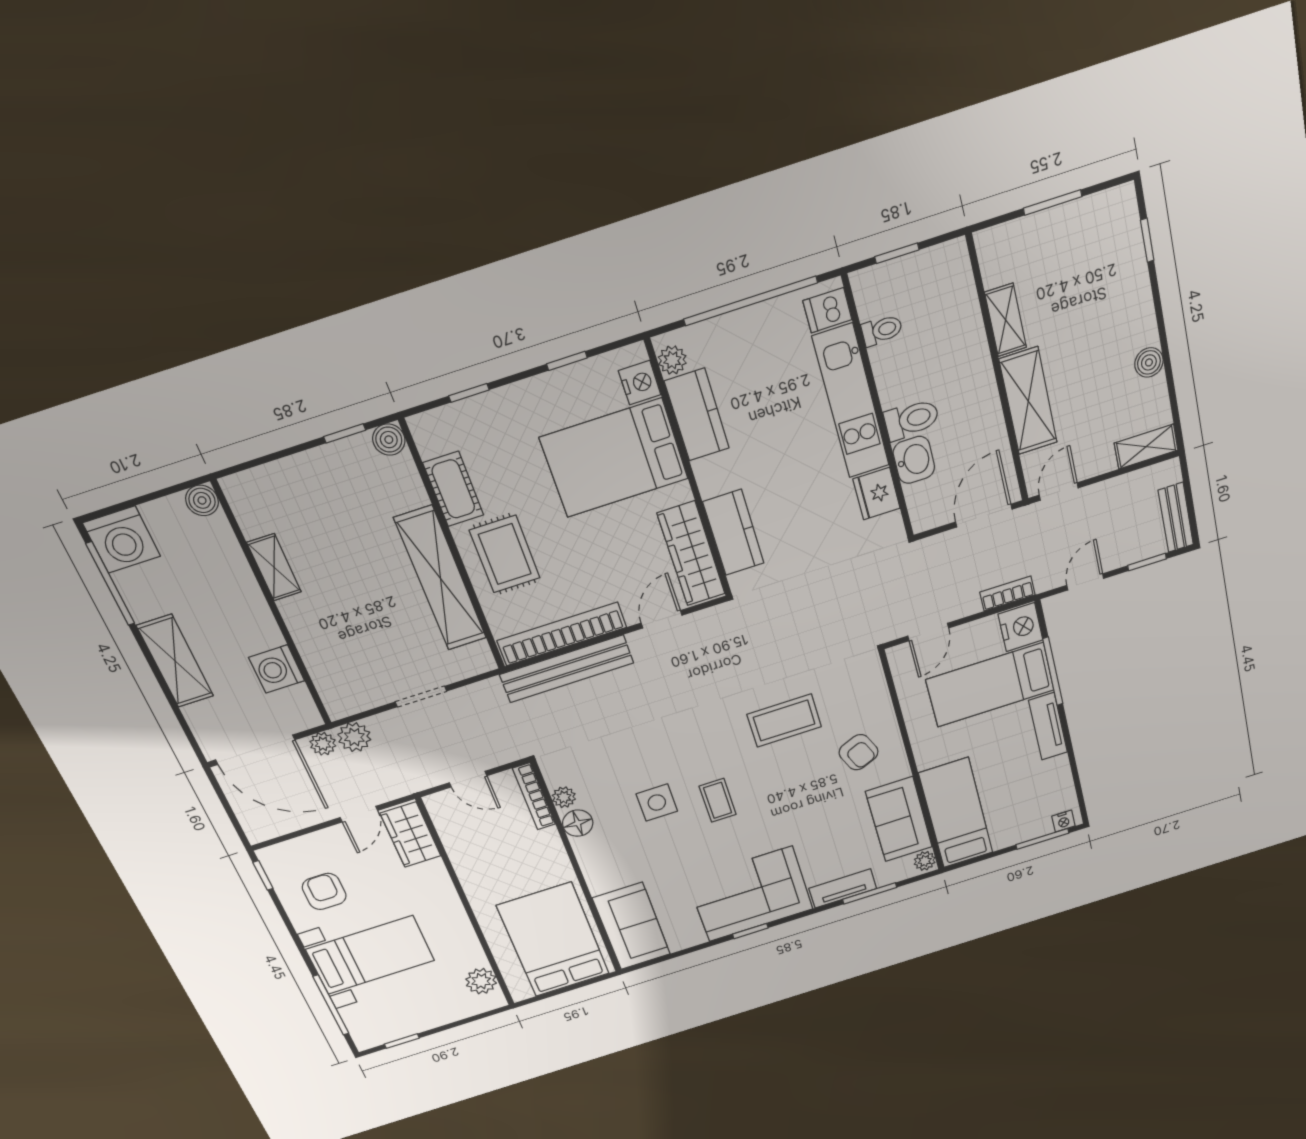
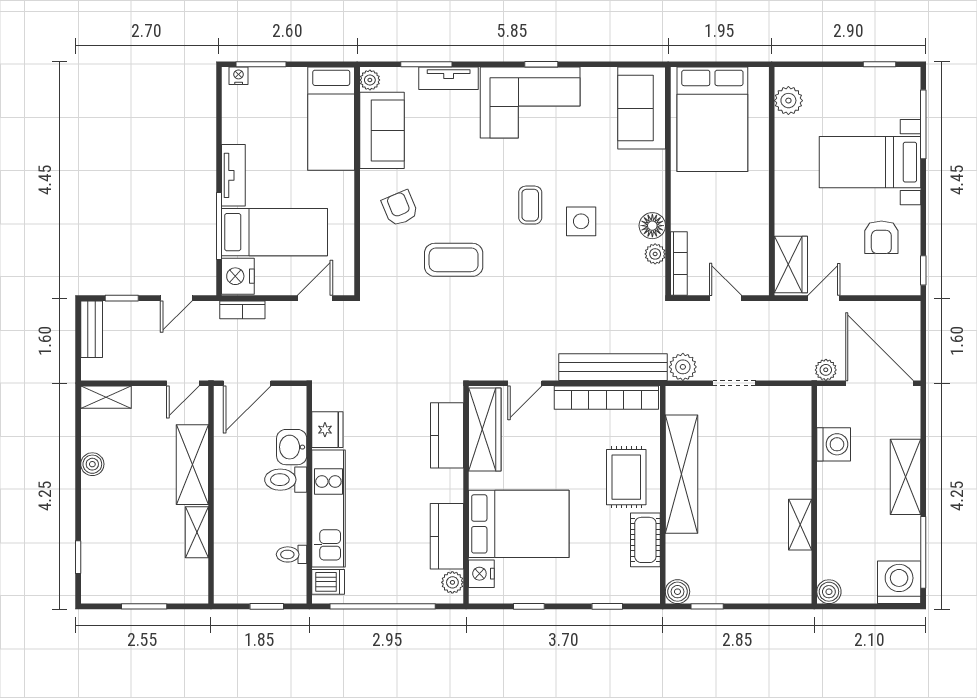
plant: (354, 737) -> (683, 367), moved

